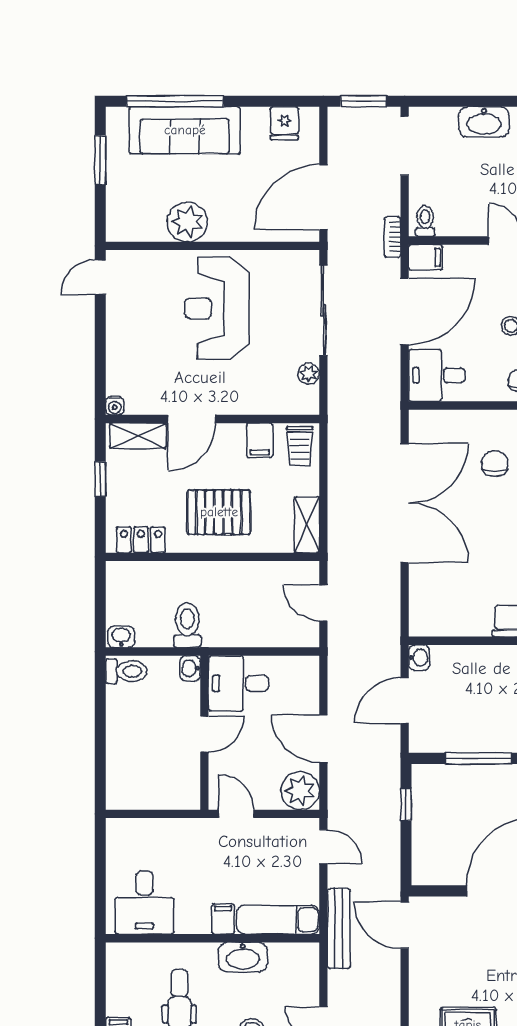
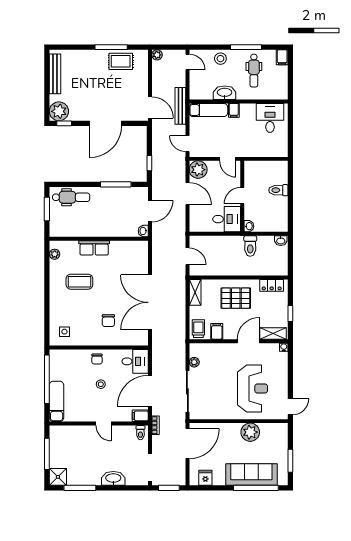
reception desk: (217, 308) -> (253, 389), moved
toilet: (126, 671) -> (278, 190), moved

